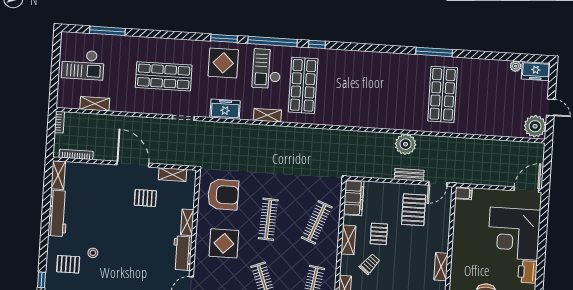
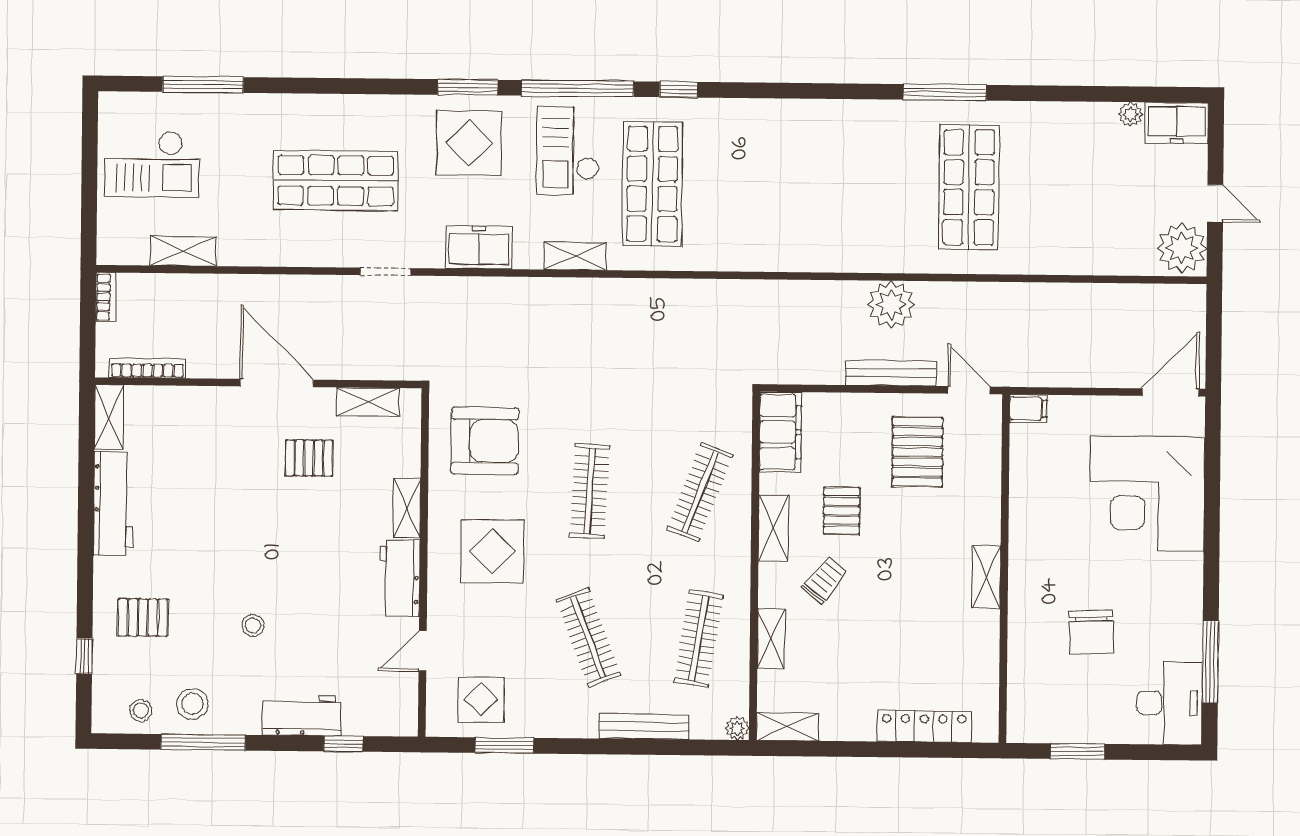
bench: (409, 175) -> (891, 373), width x1.36
door: (438, 184) -> (969, 390), swing flipped
stool: (93, 253) -> (253, 625), moved
printer: (528, 272) -> (1183, 578), removed

